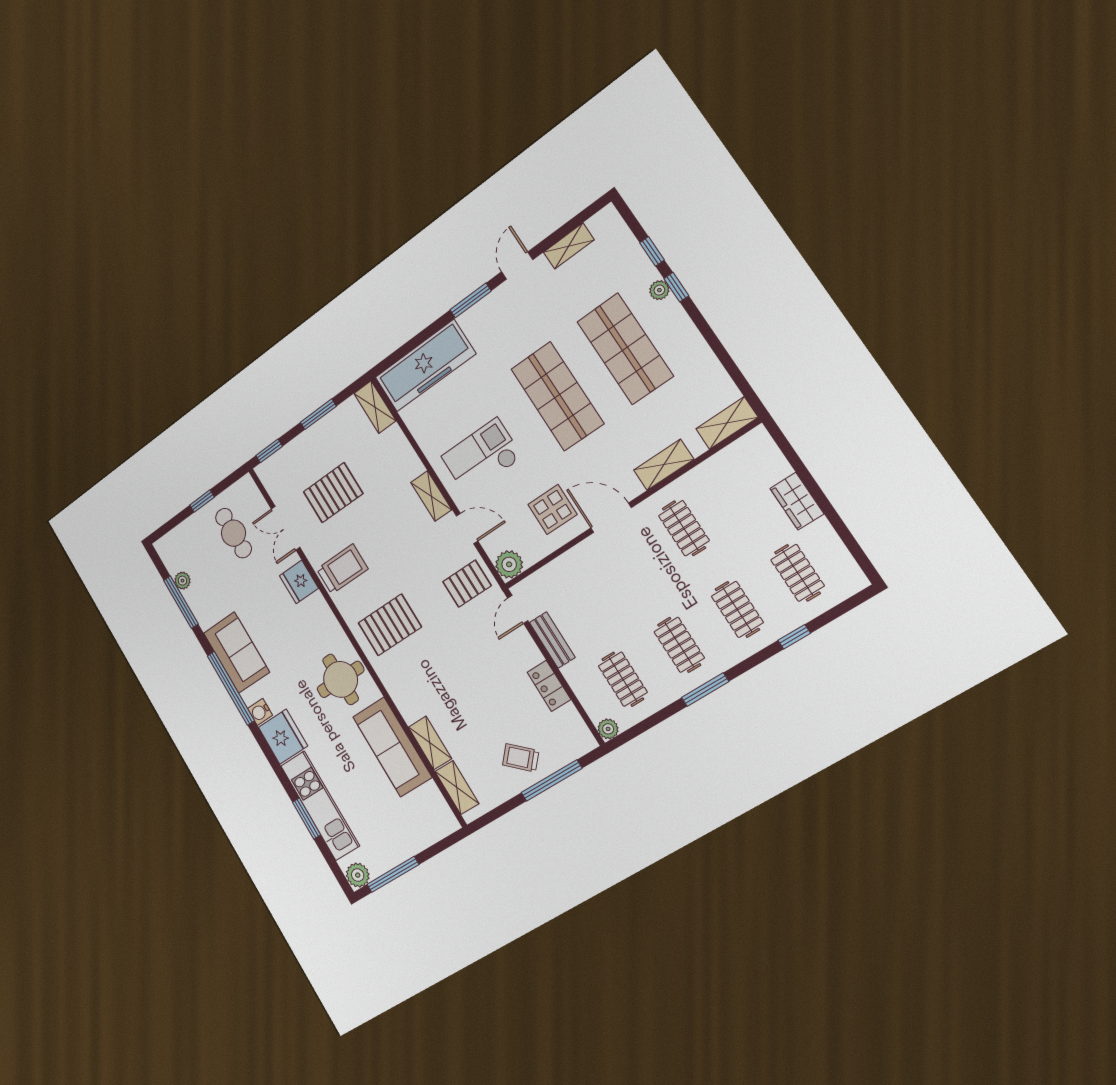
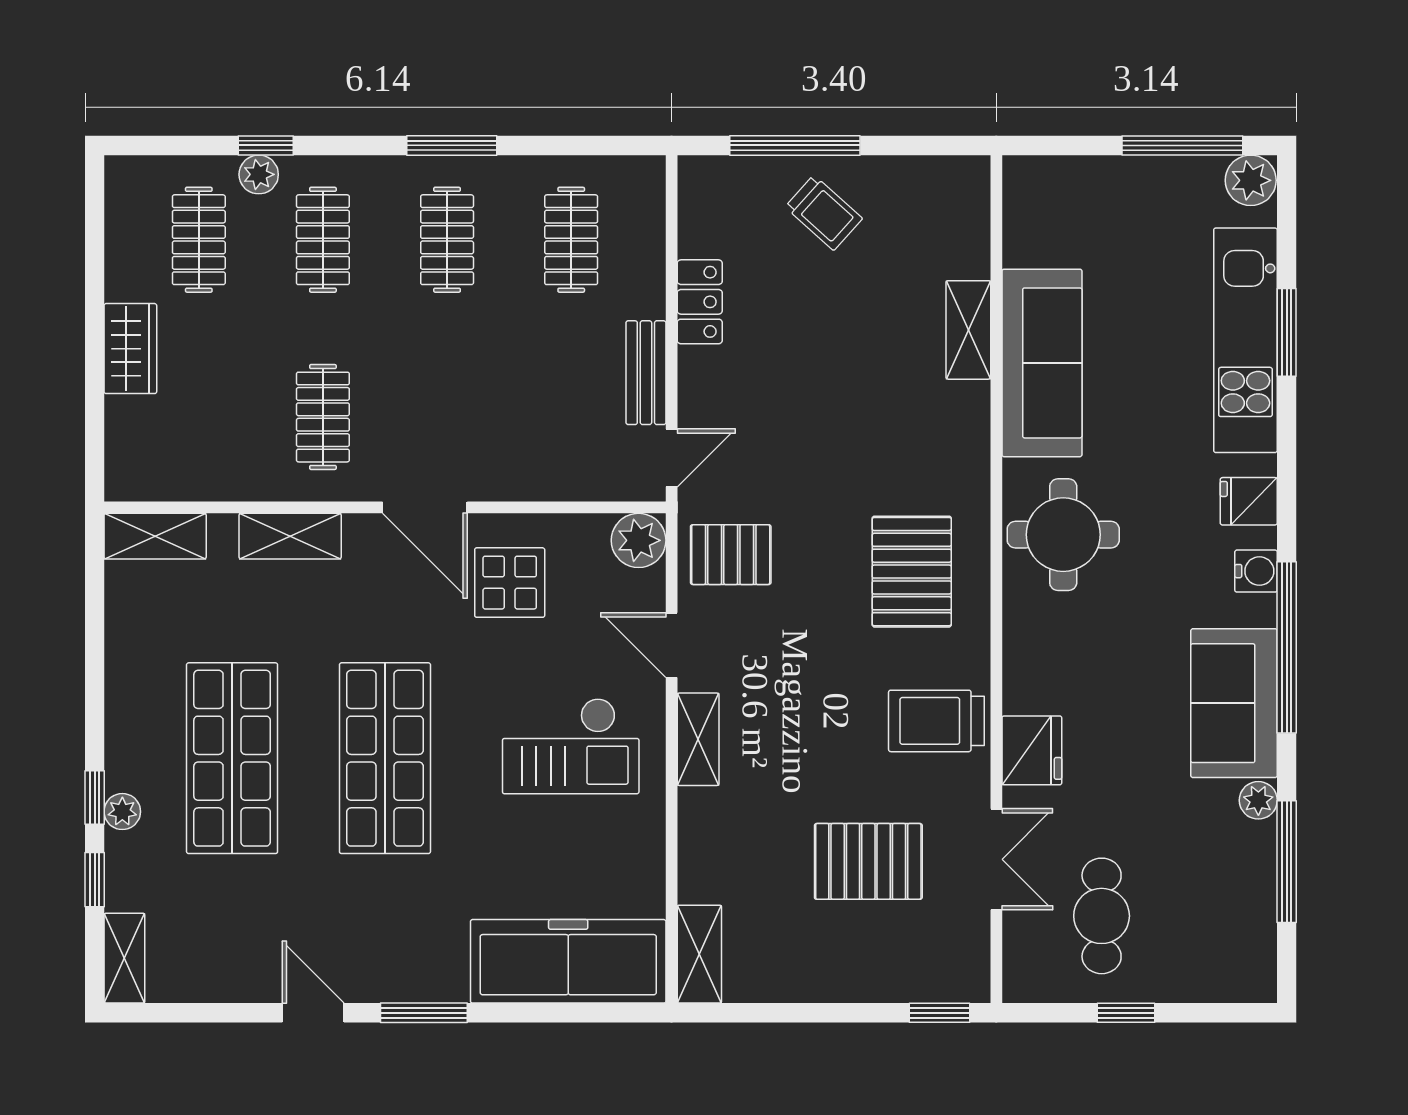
shelving: (569, 246) -> (124, 958), moved, turned 90
door: (517, 266) -> (313, 1013), swing flipped
window: (318, 414) -> (808, 1013), removed
plant: (182, 581) -> (1258, 800), moved
pallet: (390, 625) -> (912, 572), turned 90
plant: (608, 729) -> (259, 174), moved
fridge: (283, 737) -> (1249, 501), width x0.53, depth x0.75
shelving: (457, 788) -> (968, 227), removed

